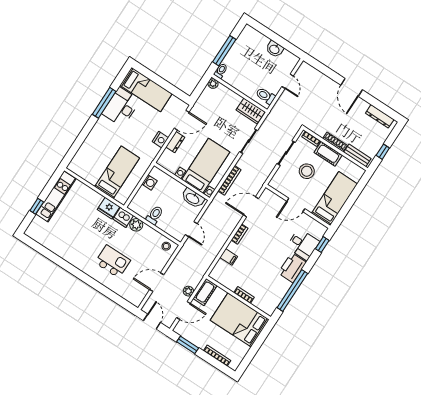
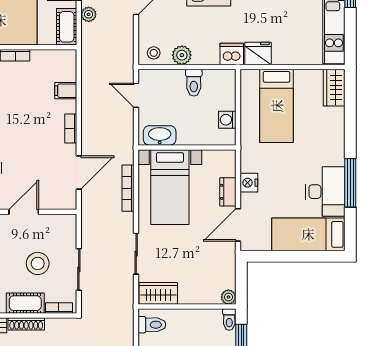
wardrobe: (79, 162) -> (334, 88), added
plant: (136, 225) -> (182, 55), moved

